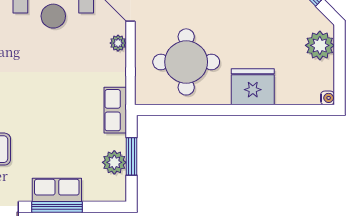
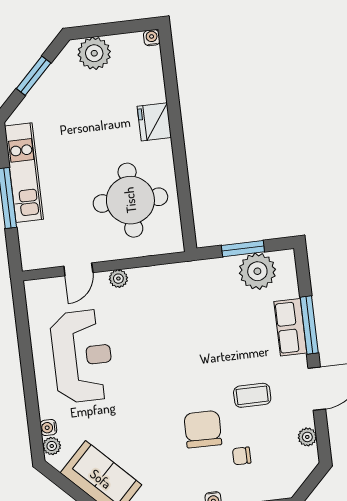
fridge: (253, 87) -> (154, 122), width x0.73, depth x0.75
row of seats: (115, 110) -> (194, 273), removed
plant: (114, 162) -> (257, 271), width x1.36, depth x1.36

